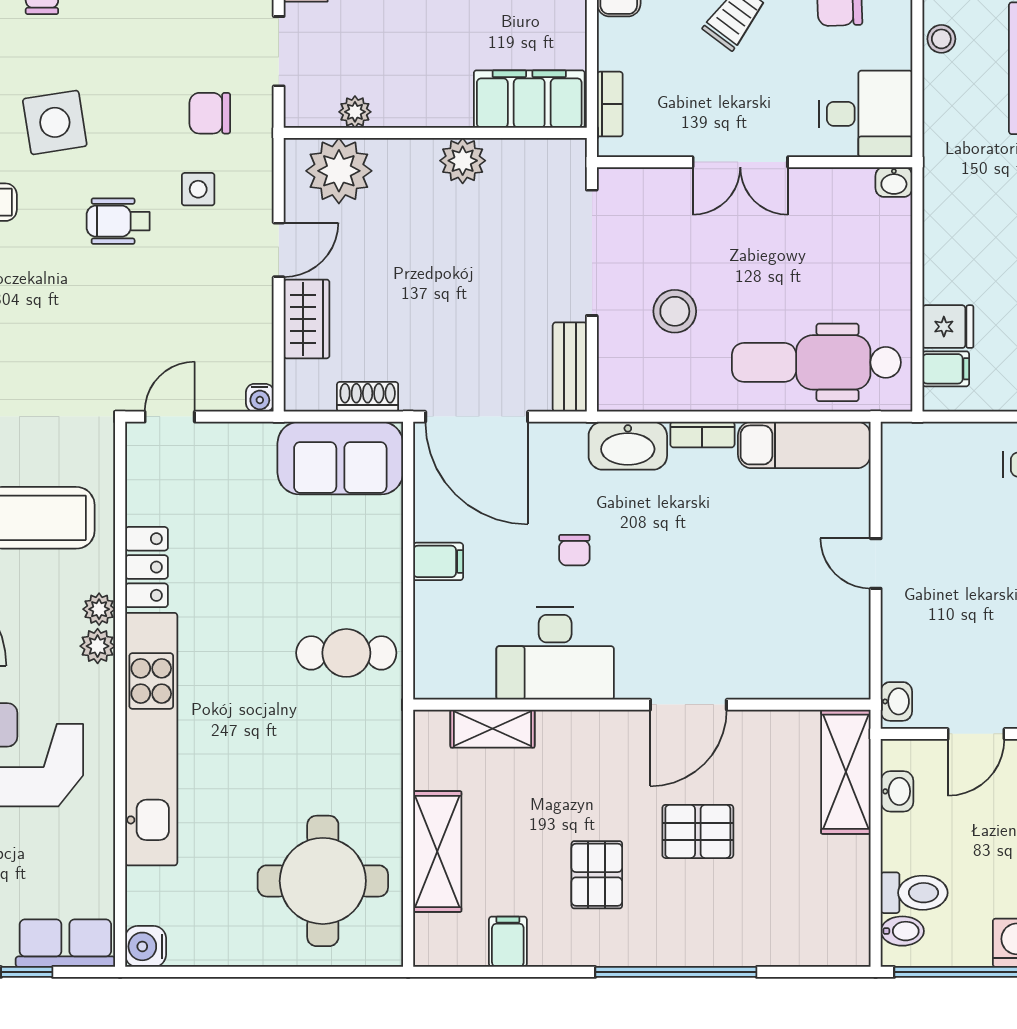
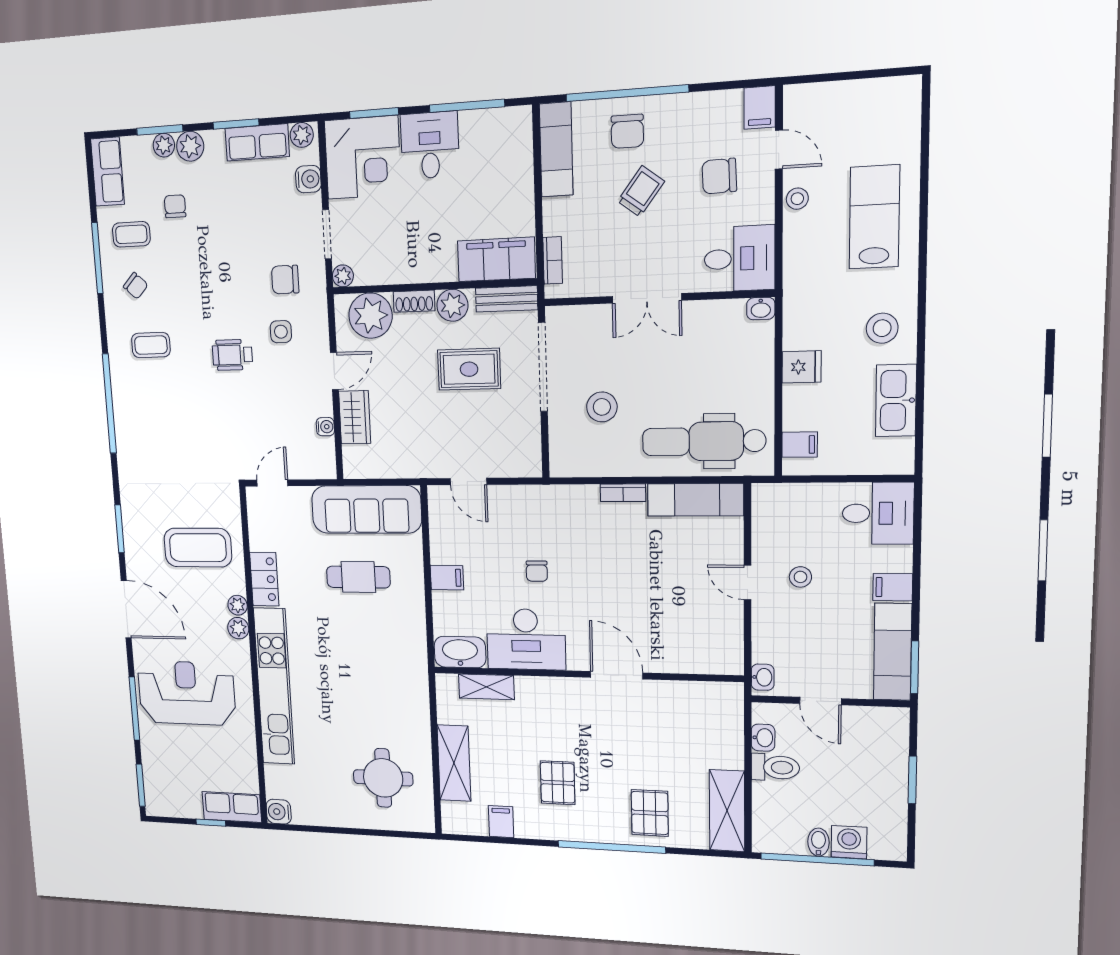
plant: (355, 112) -> (343, 276), moved
side table: (55, 122) -> (189, 290), removed
rug: (484, 253) -> (469, 369), added
fridge: (948, 327) -> (802, 367), moved
bench: (570, 367) -> (507, 299), moved, turned 90
shoe rack: (368, 397) -> (414, 301), moved, turned 180
water cooler: (260, 398) -> (325, 427), moved, turned -90
door: (477, 417) -> (468, 481), width x0.53
washbasin: (628, 446) -> (460, 652), moved, turned 180
sofa: (340, 458) -> (366, 509), width x1.36
stool: (948, 555) -> (800, 577), added
cafe table: (346, 653) -> (358, 577), moved
door: (688, 705) -> (617, 675), swing flipped
door: (976, 734) -> (820, 701), hinge flipped
shelving: (846, 772) -> (727, 811), moved
pallet: (698, 831) -> (650, 813), moved, turned 90
round table: (323, 881) -> (383, 778), width x0.73, depth x0.73
toilet: (914, 893) -> (775, 767), moved
bidet: (902, 931) -> (818, 842), moved, turned -90

